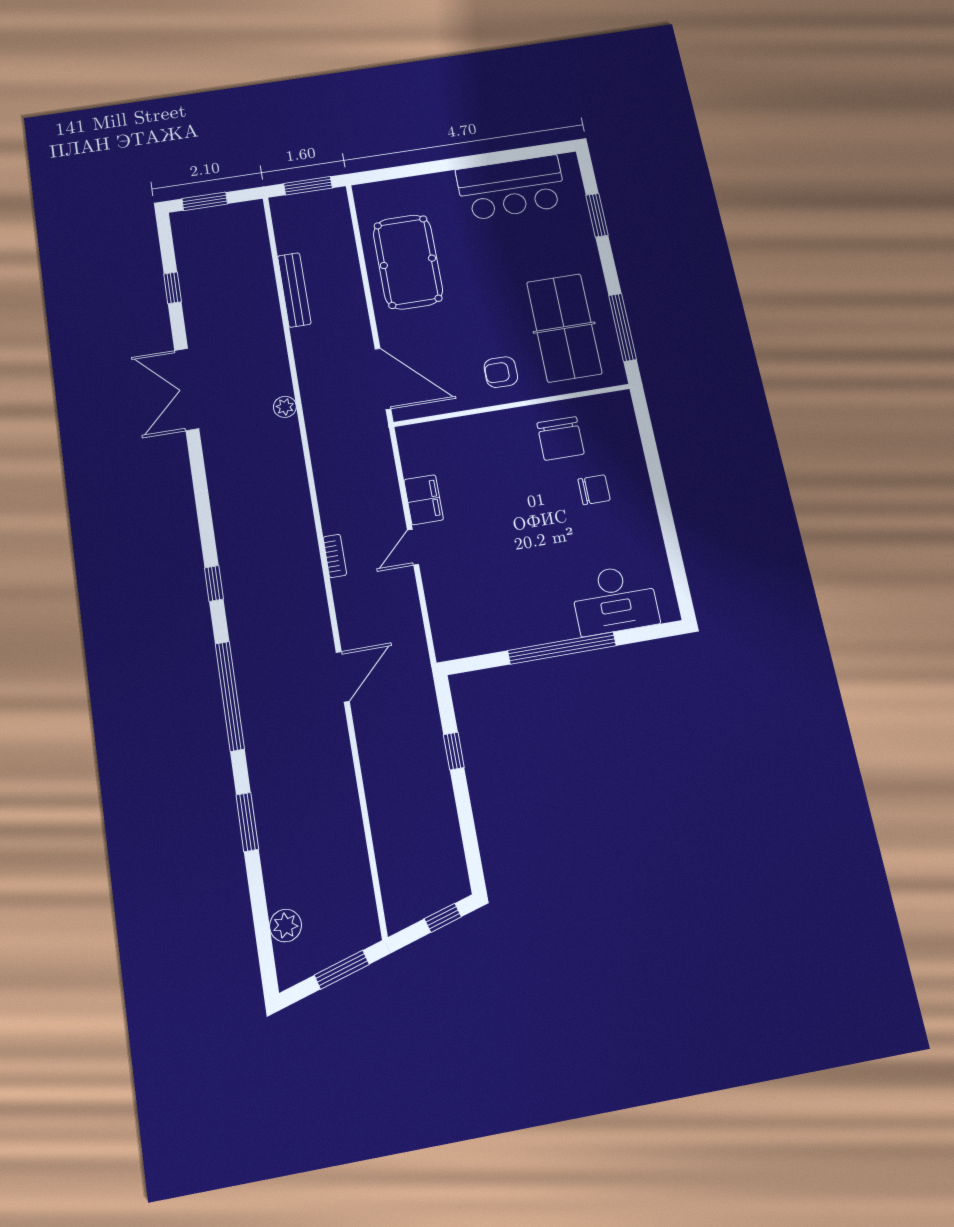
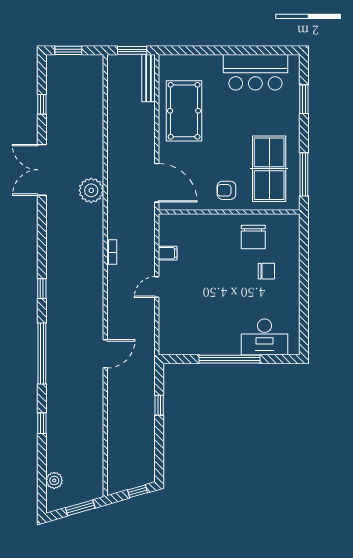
bench: (294, 290) -> (148, 78), moved
plant: (285, 407) -> (91, 190), width x1.88, depth x1.88
filing cabinet: (424, 500) -> (168, 253), width x0.50
bookcase: (335, 556) -> (112, 252), moved
window: (247, 822) -> (42, 423), width x0.67

